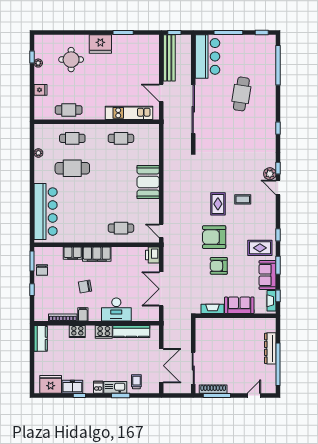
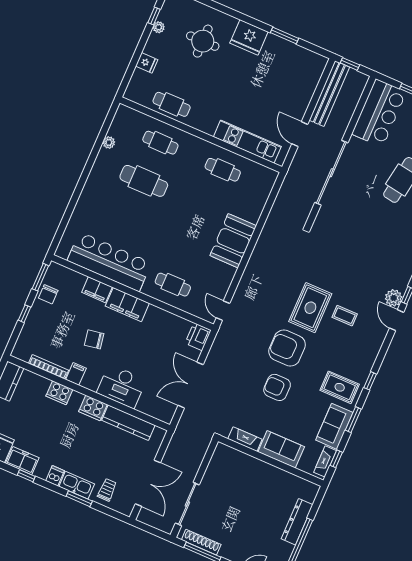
rug: (218, 204) -> (310, 308), width x1.36, depth x1.43
bar counter: (46, 212) -> (109, 262), moved, turned -90

